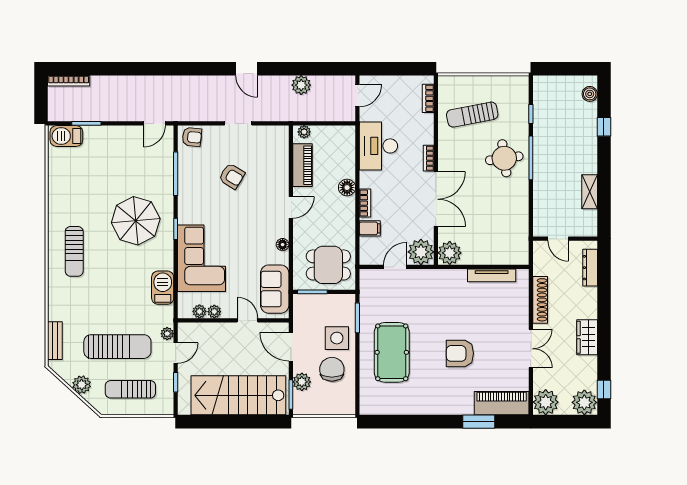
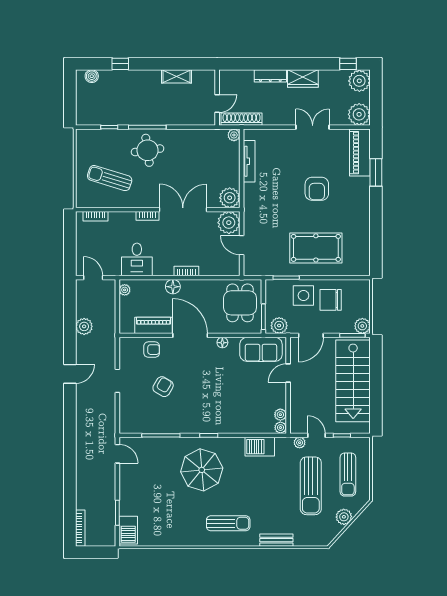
sun lounger: (472, 115) -> (110, 178), turned 118
plant: (304, 132) -> (125, 290), moved
armchair: (192, 137) -> (152, 350), moved, turned 84
desk: (378, 146) -> (137, 259), width x0.73
door: (291, 207) -> (190, 335), width x1.88
filing cabinet: (370, 228) -> (208, 267), removed
corner sofa: (201, 258) -> (234, 413), removed
plant: (522, 258) -> (234, 135), added
dresser: (590, 268) -> (270, 76), moved
shoe rack: (540, 300) -> (242, 119), moved
plant: (302, 310) -> (279, 326), added
plant: (214, 312) -> (280, 428), moved
bench: (55, 341) -> (276, 540), moved
sun lounger: (117, 347) -> (311, 486), turned 180
plant: (302, 382) -> (362, 326), moved

